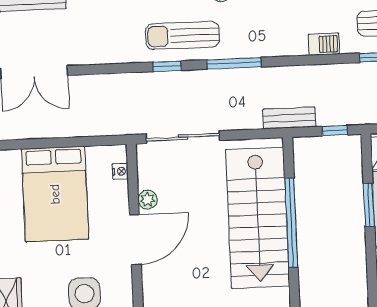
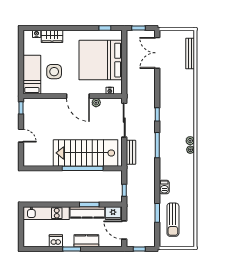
sun lounger: (182, 35) -> (171, 122), removed
bench: (289, 118) -> (131, 152), moved
bed: (55, 194) -> (101, 60), width x1.36

